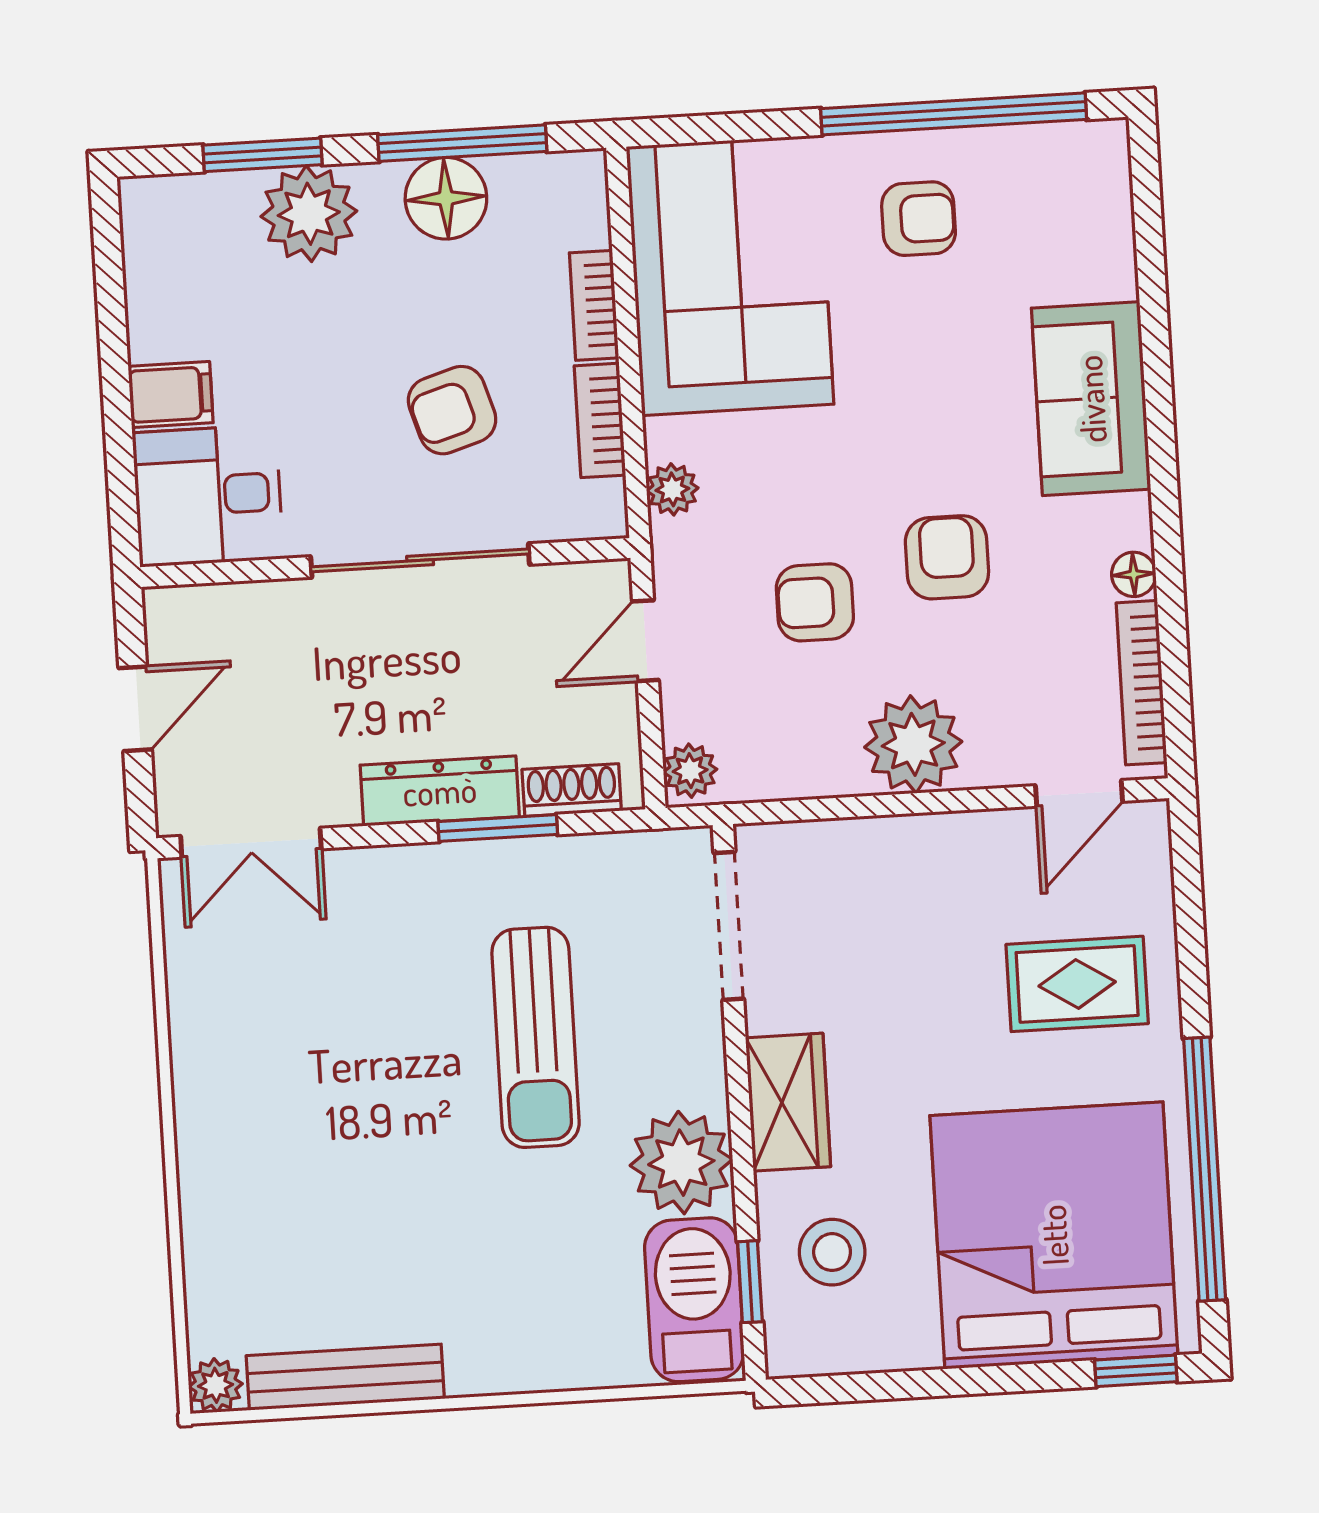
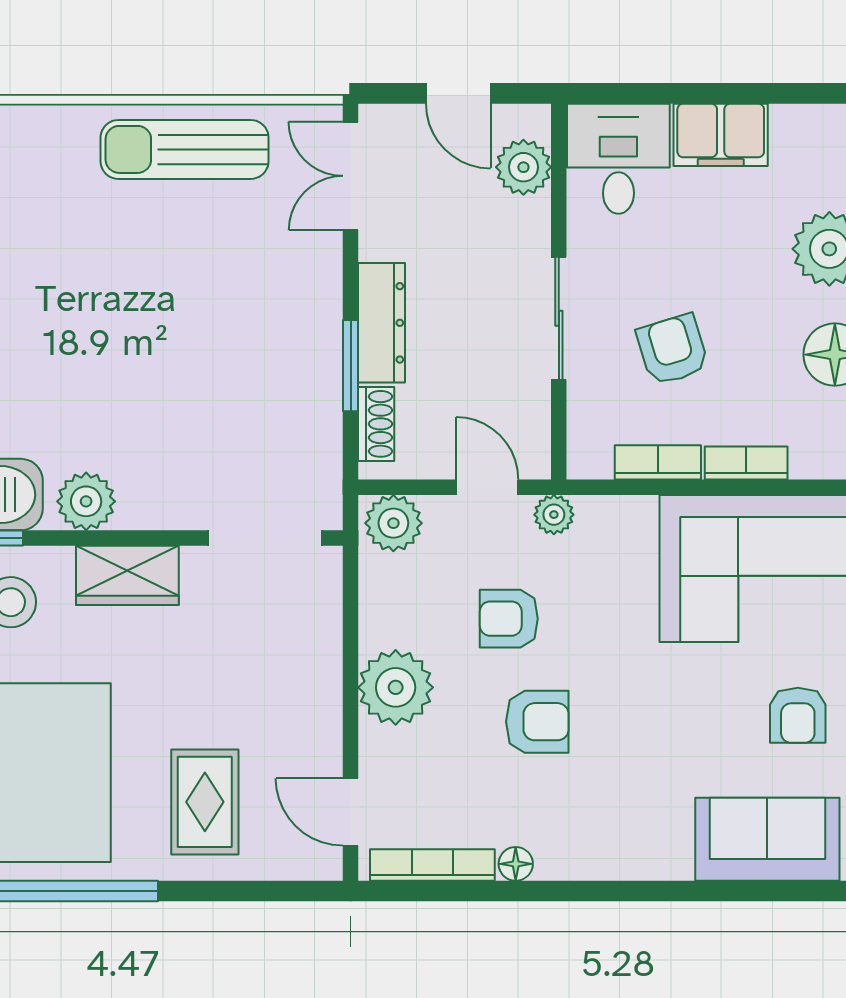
filing cabinet: (171, 394) -> (721, 135), width x2.00
sofa: (1091, 399) -> (767, 839), moved
plant: (672, 489) -> (554, 515), moved
sliding door: (420, 560) -> (559, 318), width x0.73
armchair: (815, 602) -> (509, 619), turned -90
plant: (226, 618) -> (523, 167), added
plant: (690, 771) -> (393, 523), width x1.38, depth x1.38
sun lounger: (536, 1037) -> (185, 149), moved
plant: (681, 1163) -> (86, 501), width x0.73, depth x0.73

